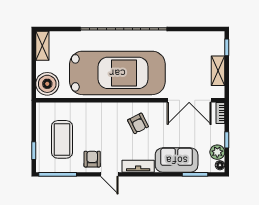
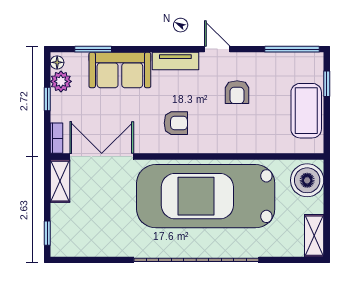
shelving: (218, 71) -> (60, 181), moved
armchair: (138, 123) -> (176, 123), turned 117
coffee table: (62, 139) -> (306, 111), moved
armchair: (92, 159) -> (237, 92), moved

